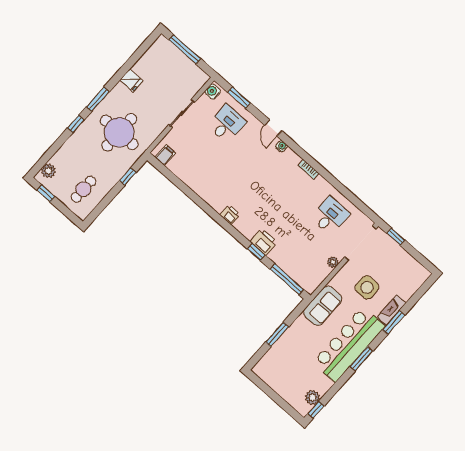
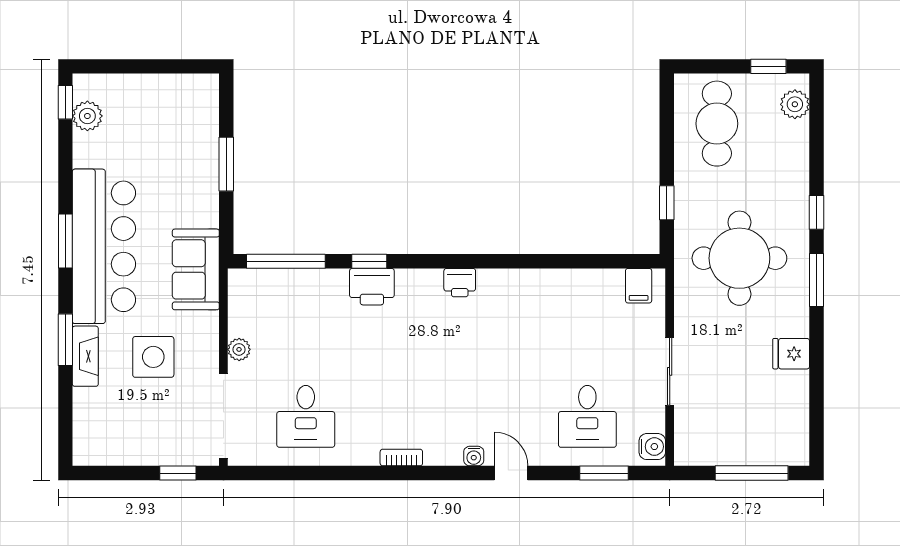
cafe table: (83, 189) -> (717, 124), width x1.37, depth x1.35

